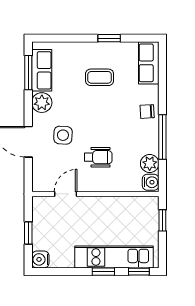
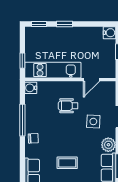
plant: (150, 164) -> (31, 101), removed
kitchen unit: (114, 257) -> (53, 70), moved, turned 180

